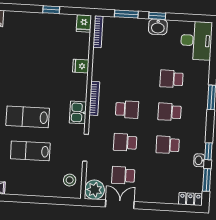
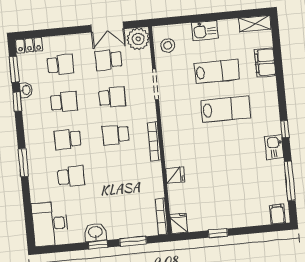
kitchen sink: (78, 112) -> (205, 30), moved, turned 90
school desk: (170, 112) -> (68, 139), turned 180
school desk: (123, 175) -> (108, 60), turned 180
school desk: (166, 178) -> (60, 65), added

